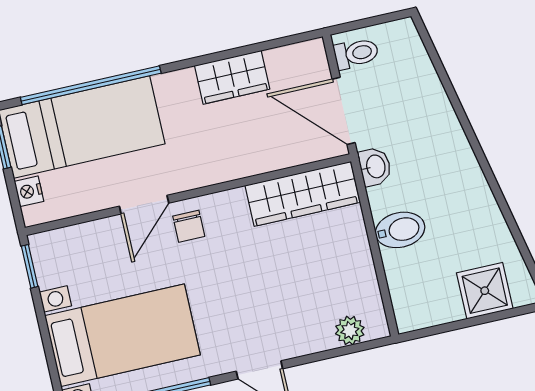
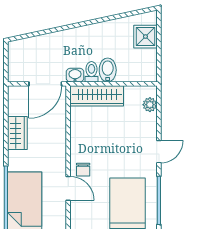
toilet: (356, 53) -> (91, 72), moved
wardrobe: (302, 194) -> (97, 96), moved, turned 90
chair: (189, 226) -> (83, 170), turned 90

